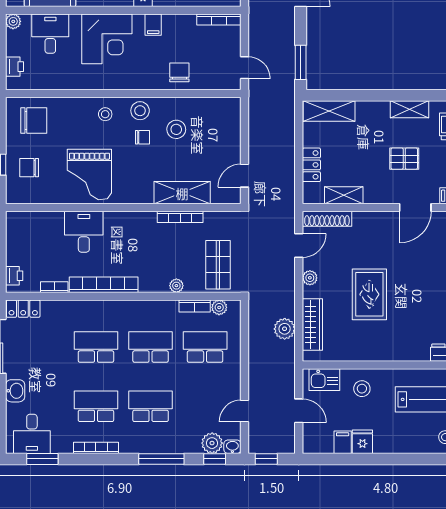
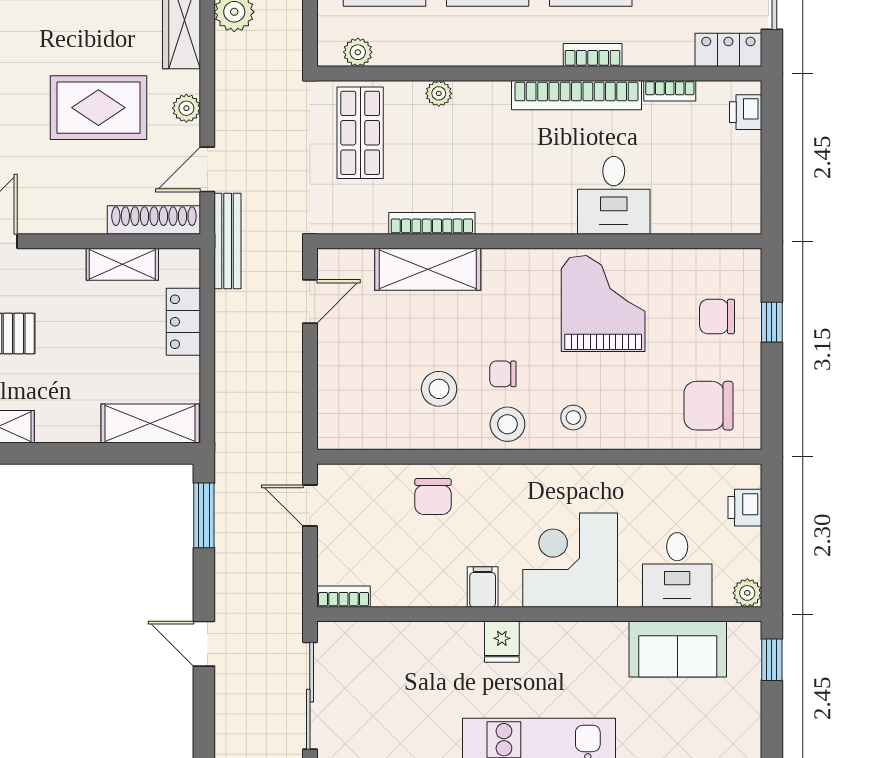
bookcase: (219, 19) -> (343, 597), width x0.64
chair: (29, 168) -> (717, 317), turned 180
bench: (288, 208) -> (228, 241), added
rug: (369, 294) -> (98, 108), moved, turned 90
bookcase: (195, 306) -> (593, 55), moved

